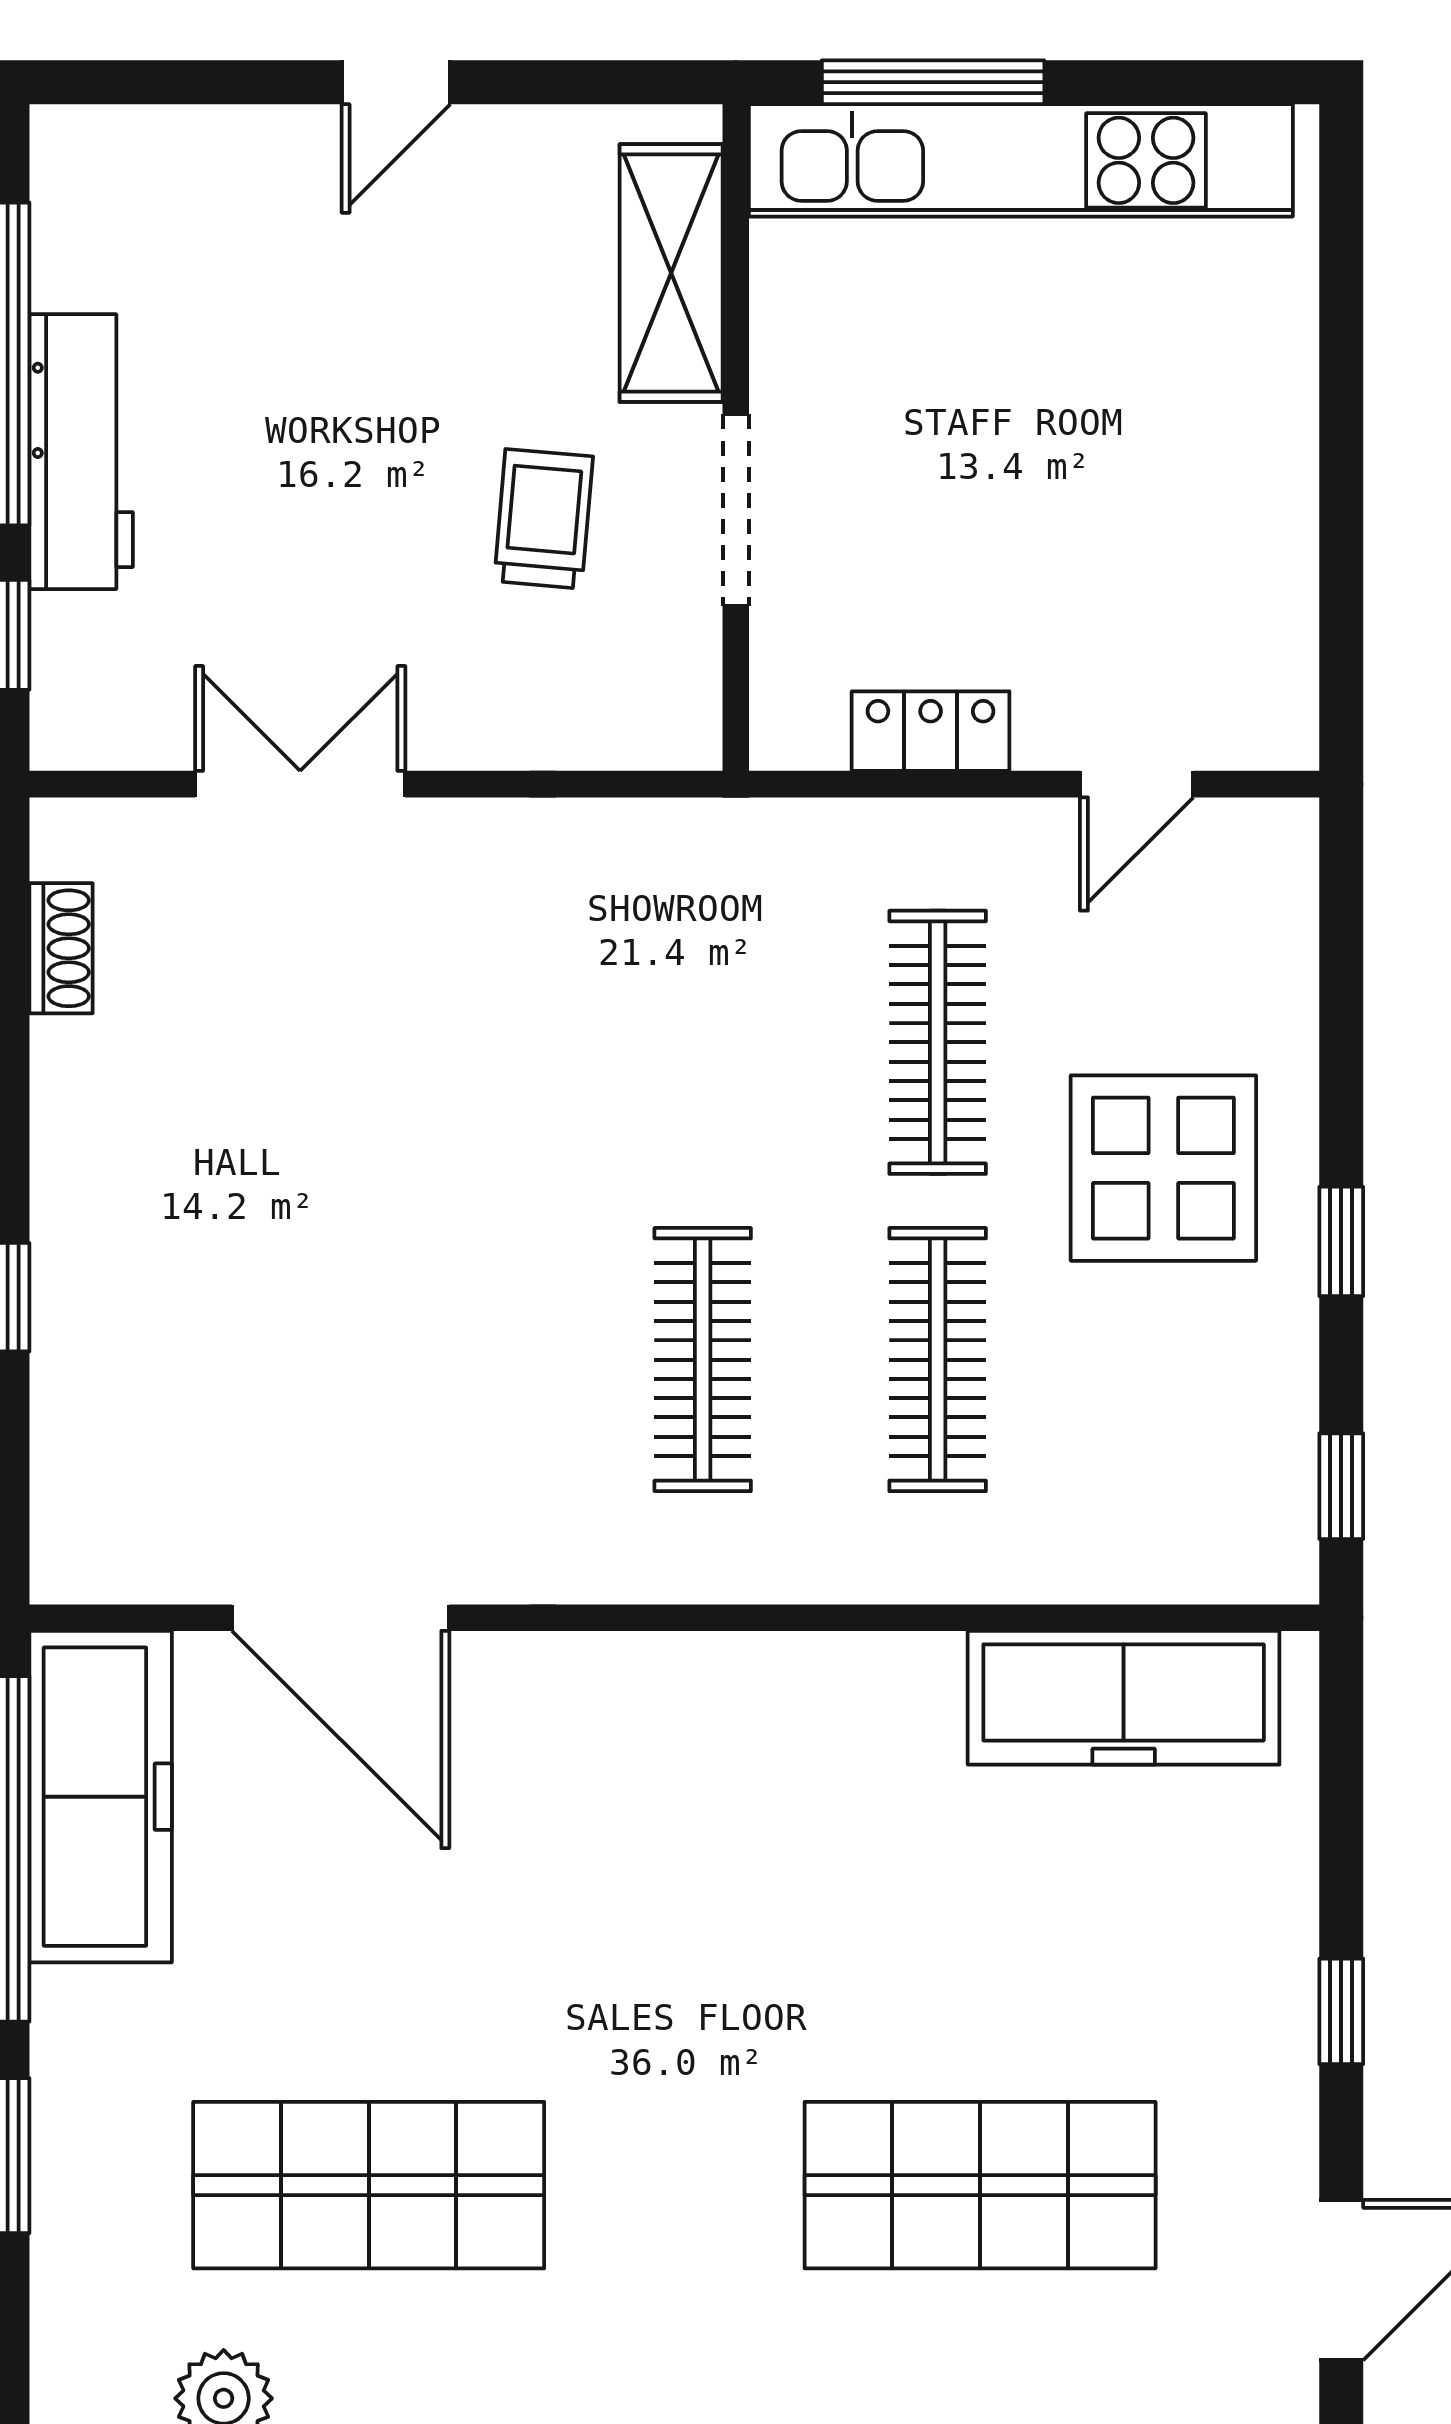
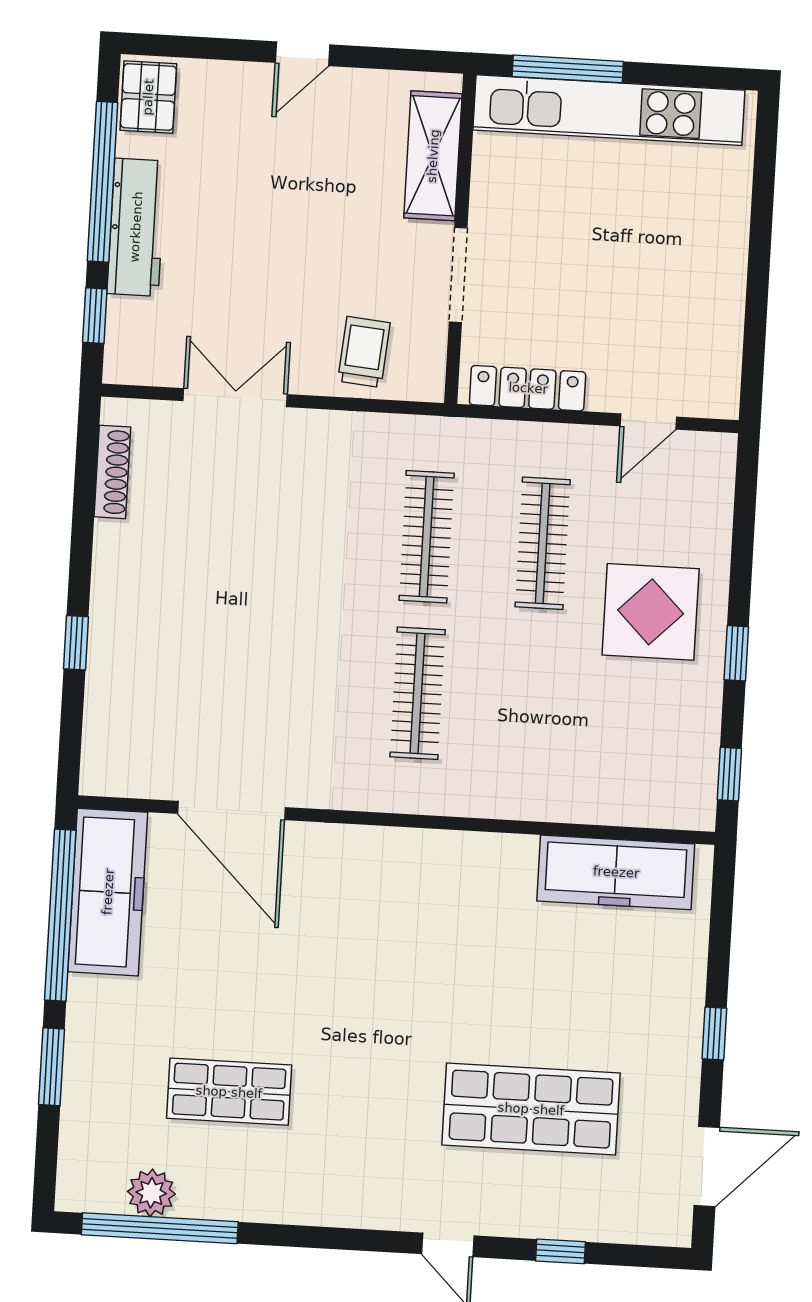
pallet: (90, 187) -> (148, 97), added
trolley: (544, 519) -> (364, 352), moved
locker: (931, 731) -> (528, 388), width x1.53
shoe rack: (61, 948) -> (112, 472), width x1.43
clothes rail: (938, 1360) -> (427, 537), moved
shop shelf: (369, 2185) -> (229, 1092), width x0.70, depth x0.74

